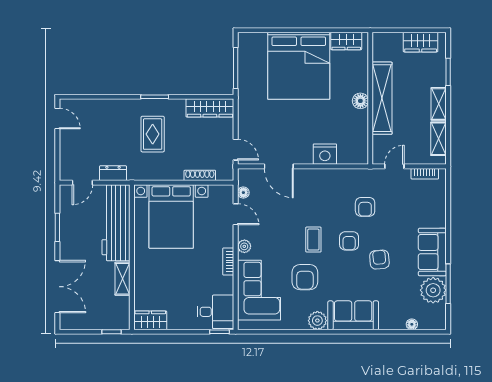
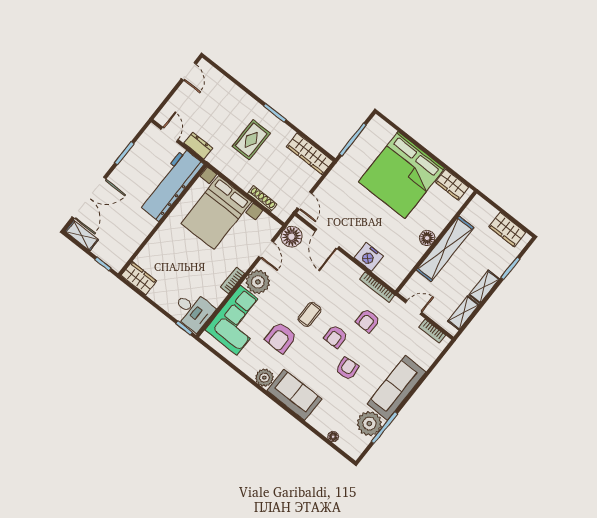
bookcase: (351, 173) -> (377, 287), added
door: (82, 183) -> (170, 134), swing flipped
floor lamp: (243, 193) -> (292, 237), width x1.89, depth x1.89
plant: (244, 246) -> (258, 282), width x1.88, depth x1.88
sofa: (432, 252) -> (397, 388), width x1.36
shelving: (123, 279) -> (82, 236), moved, turned 90

